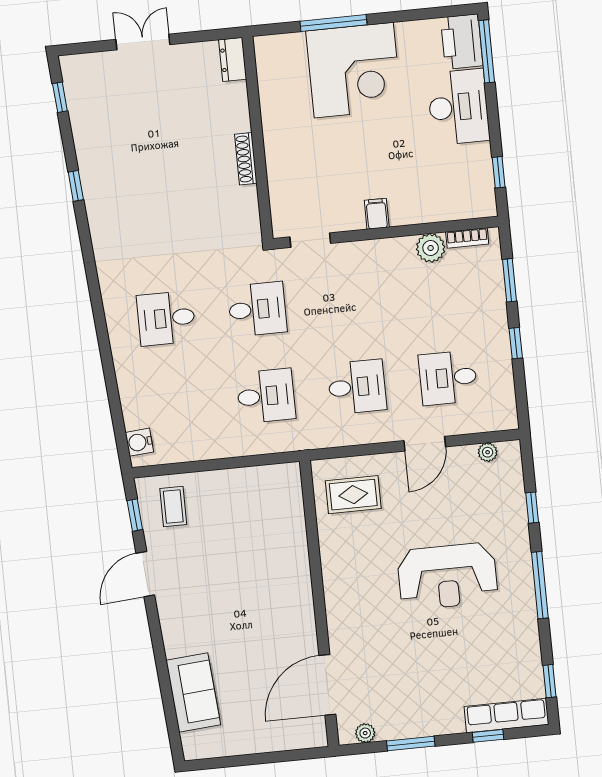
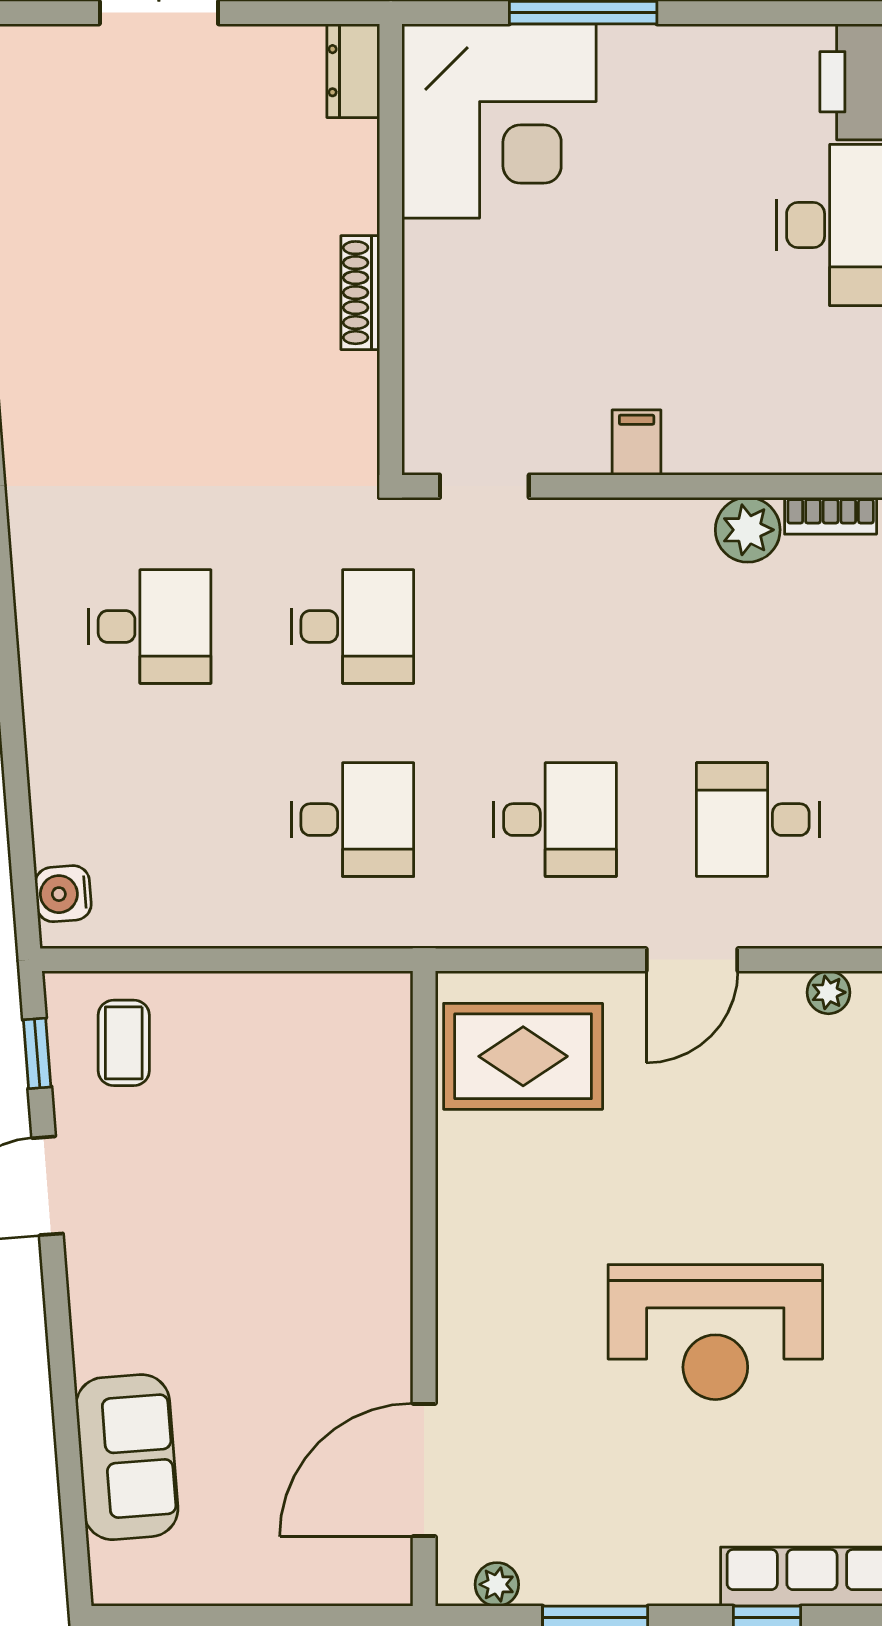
corner desk: (354, 70) -> (499, 121), moved
desk: (166, 318) -> (150, 627), turned 180
rug: (353, 495) -> (523, 1056), width x1.36, depth x1.43
reception desk: (447, 576) -> (715, 1332), moved

